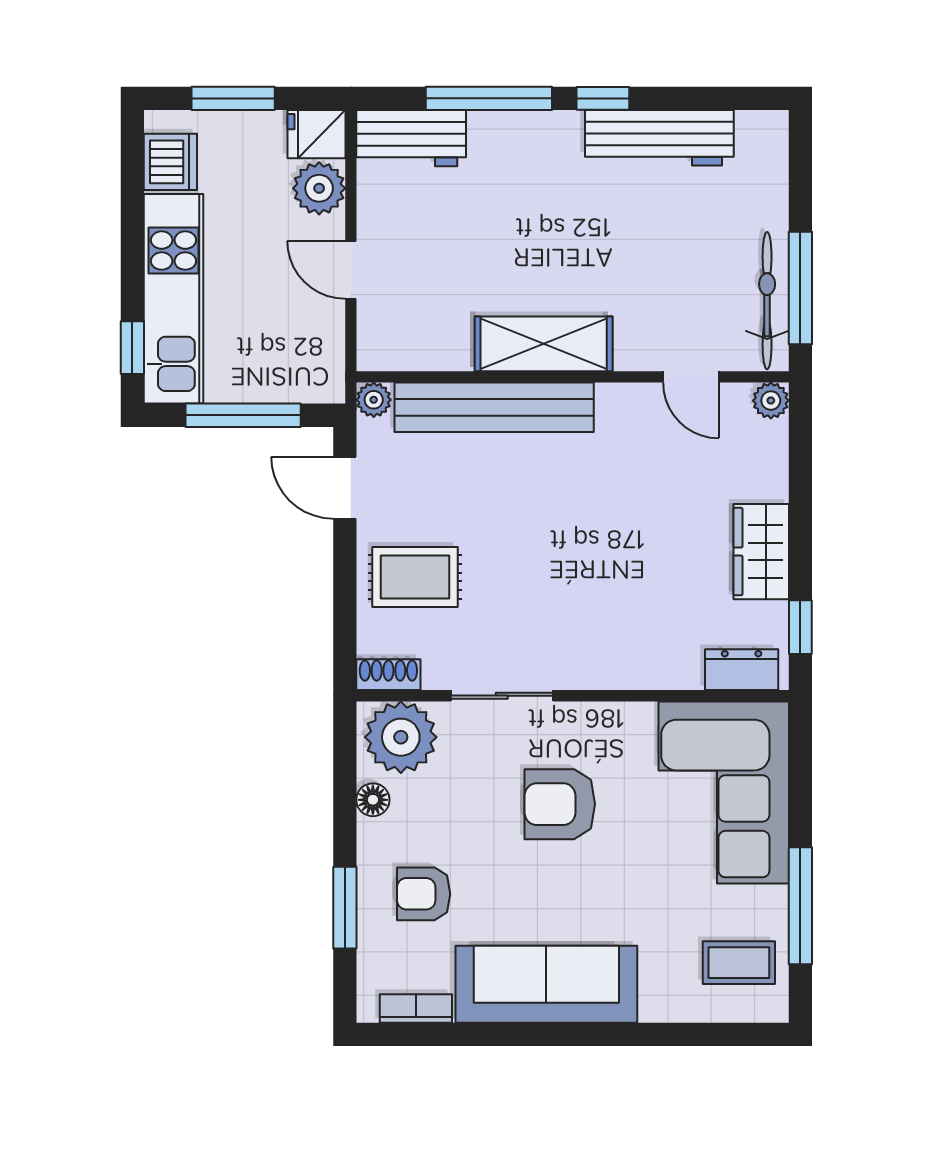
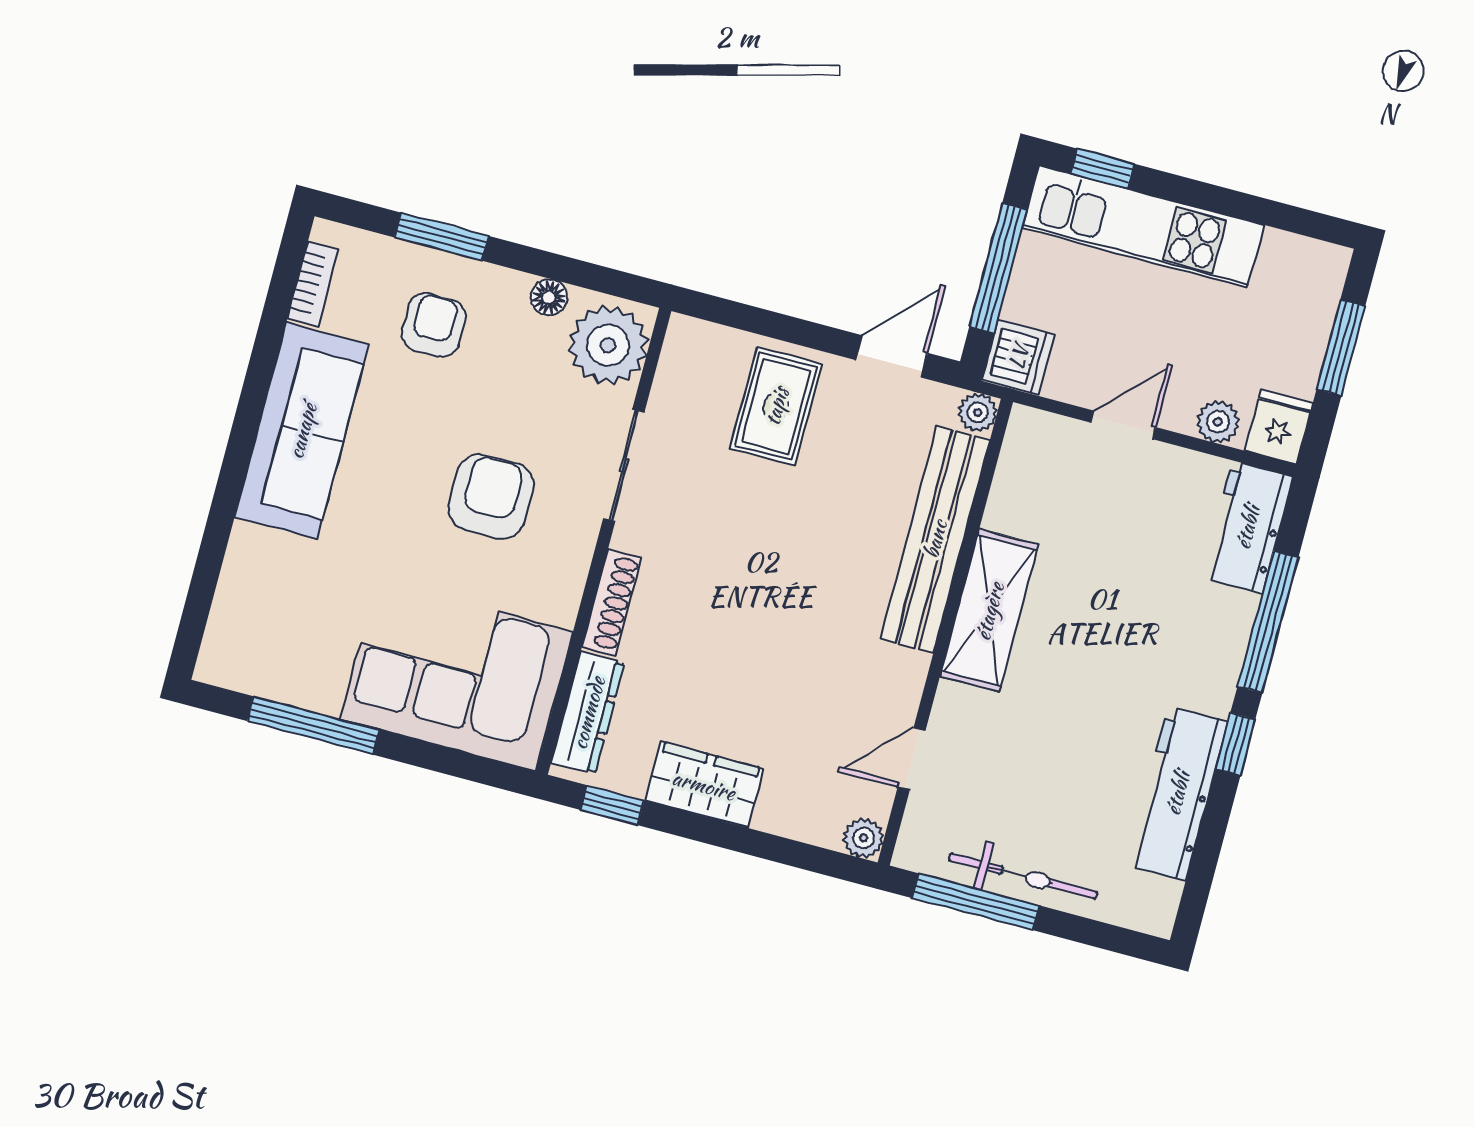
dishwasher: (170, 162) -> (1018, 357), moved, turned -90
plant: (319, 188) -> (1218, 422), width x0.73, depth x0.73
bicycle: (767, 301) -> (1023, 876), moved
dresser: (742, 670) -> (588, 713), width x1.44
shoe rack: (388, 675) -> (612, 602), moved, width x1.43
coffee table: (739, 963) -> (270, 643), removed

